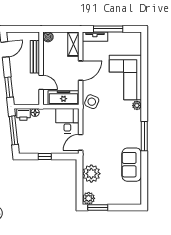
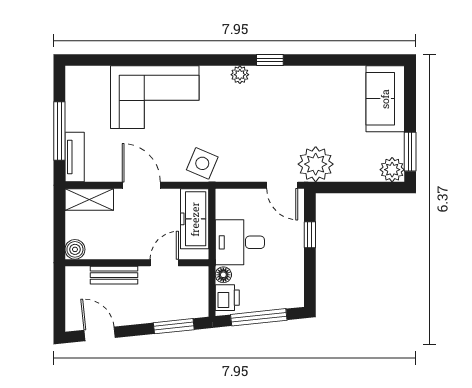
bench: (35, 57) -> (114, 275), width x0.73
plant: (137, 105) -> (240, 75), moved
desk: (67, 121) -> (240, 242), moved
window: (144, 136) -> (270, 60), width x0.46
window: (45, 156) -> (310, 235), moved
sofa: (132, 165) -> (385, 99), moved, turned 90
plant: (91, 174) -> (316, 164), moved

